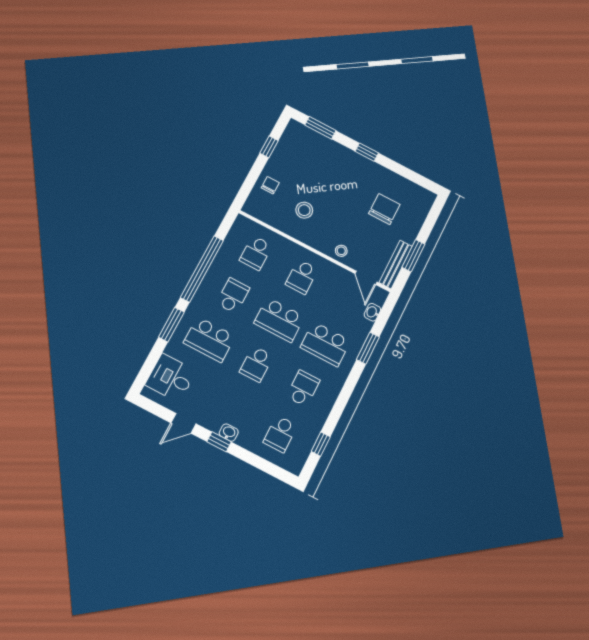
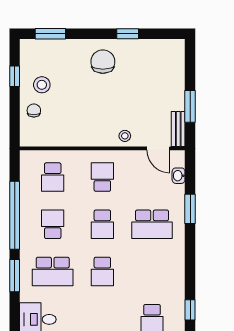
window: (367, 152) -> (128, 34), moved
chair: (384, 209) -> (103, 62), moved
stool: (304, 210) -> (42, 85), moved
bench: (396, 264) -> (178, 129), width x0.73
school desk: (302, 277) -> (102, 177), turned 180
school desk: (279, 320) -> (102, 224), width x0.54
school desk: (303, 388) -> (152, 271), removed

